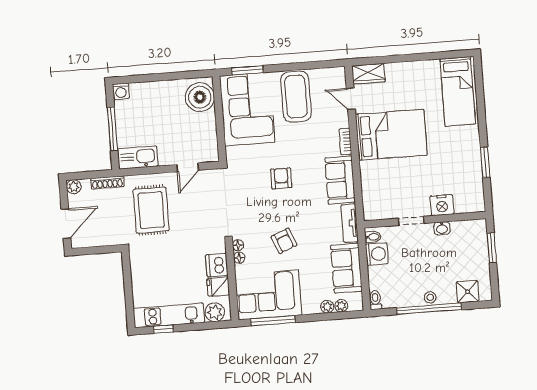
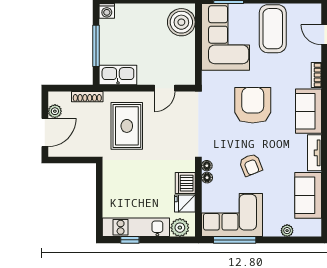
armchair: (281, 178) -> (253, 105), width x1.88, depth x1.88
plant: (74, 187) -> (55, 111), moved
plant: (341, 306) -> (301, 231), removed

